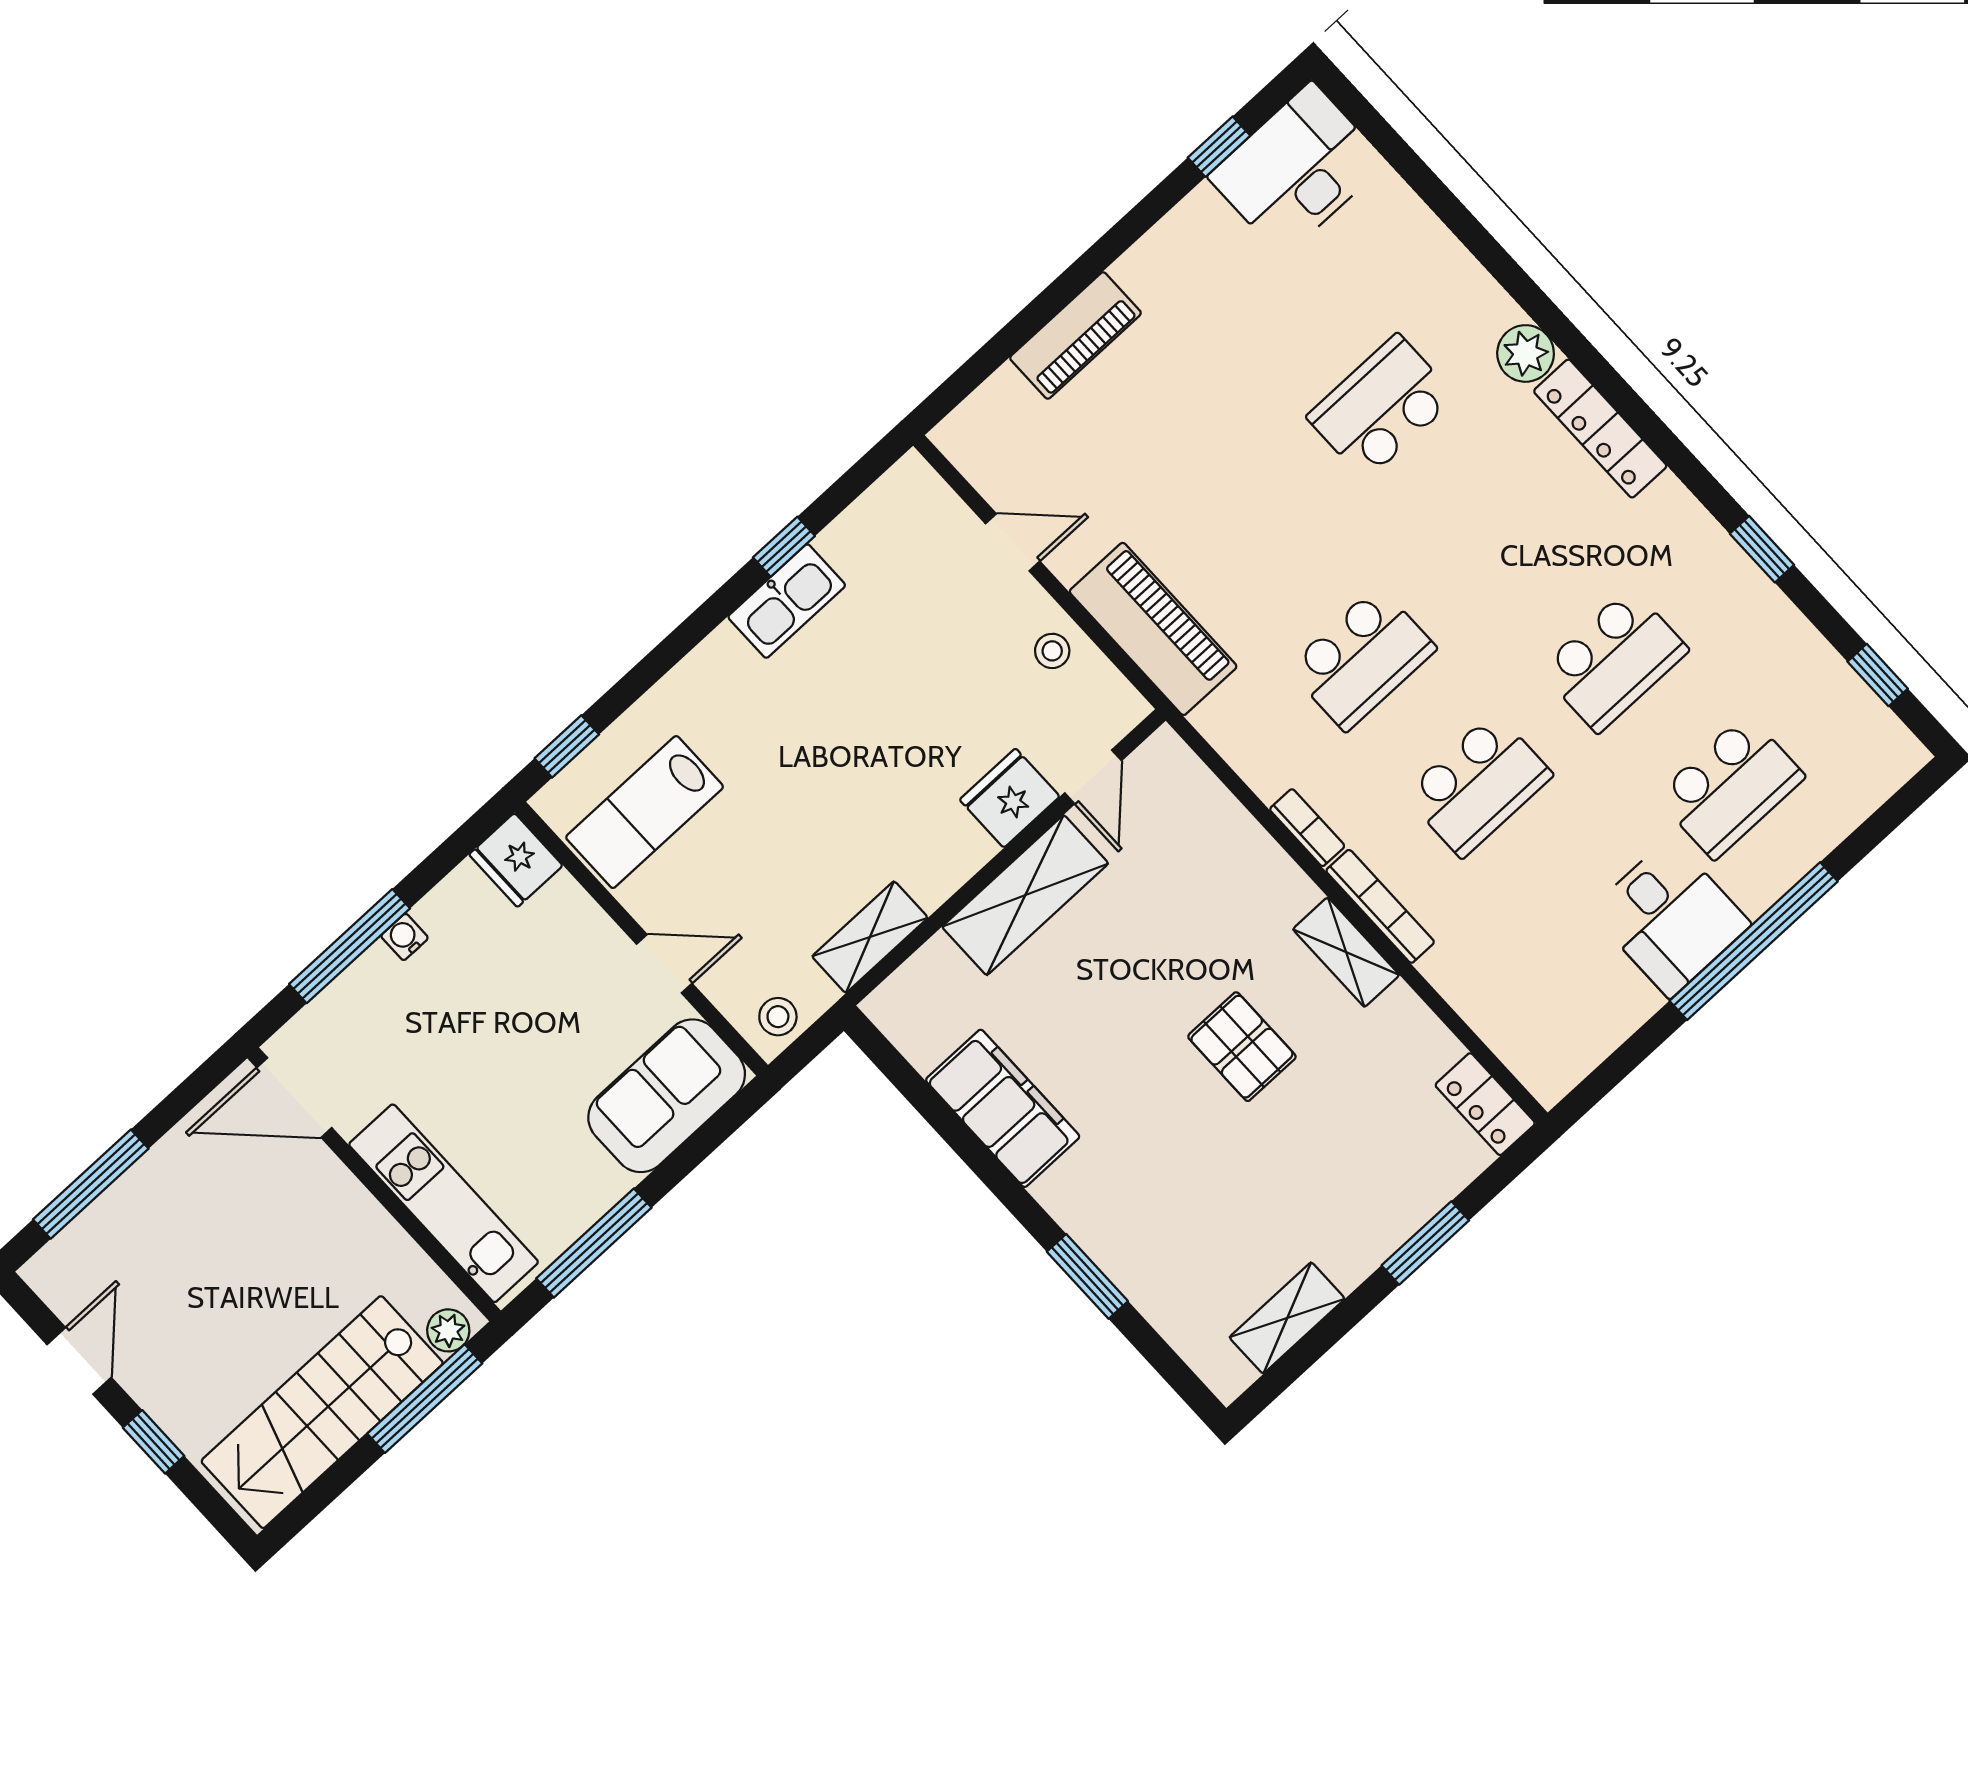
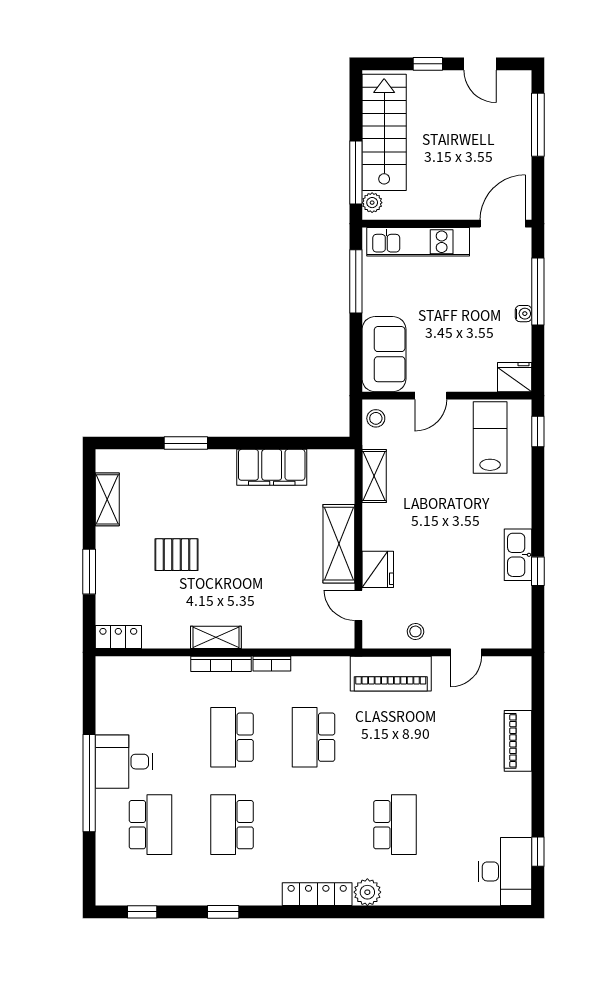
school desk: (1730, 786) -> (151, 825), turned 180
pallet: (1242, 1047) -> (177, 555), moved

